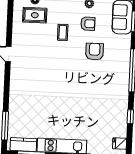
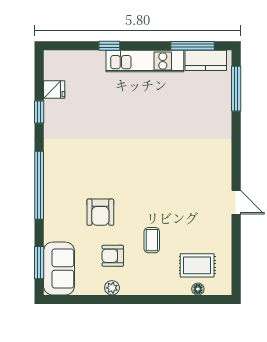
fridge: (120, 143) -> (54, 89), moved

